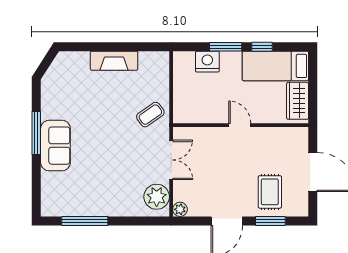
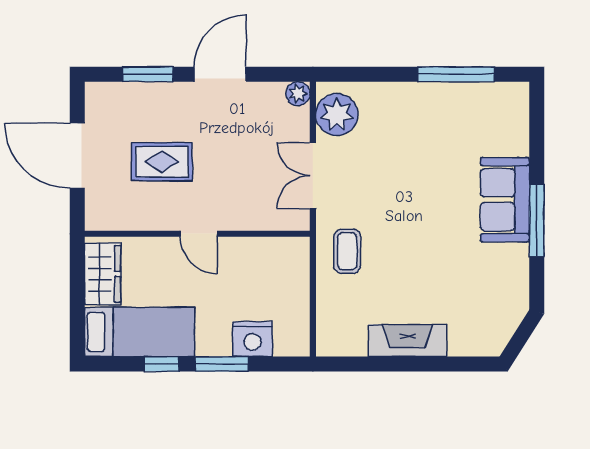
coffee table: (150, 115) -> (347, 251), turned -55
rug: (270, 192) -> (162, 162), moved, turned 90

